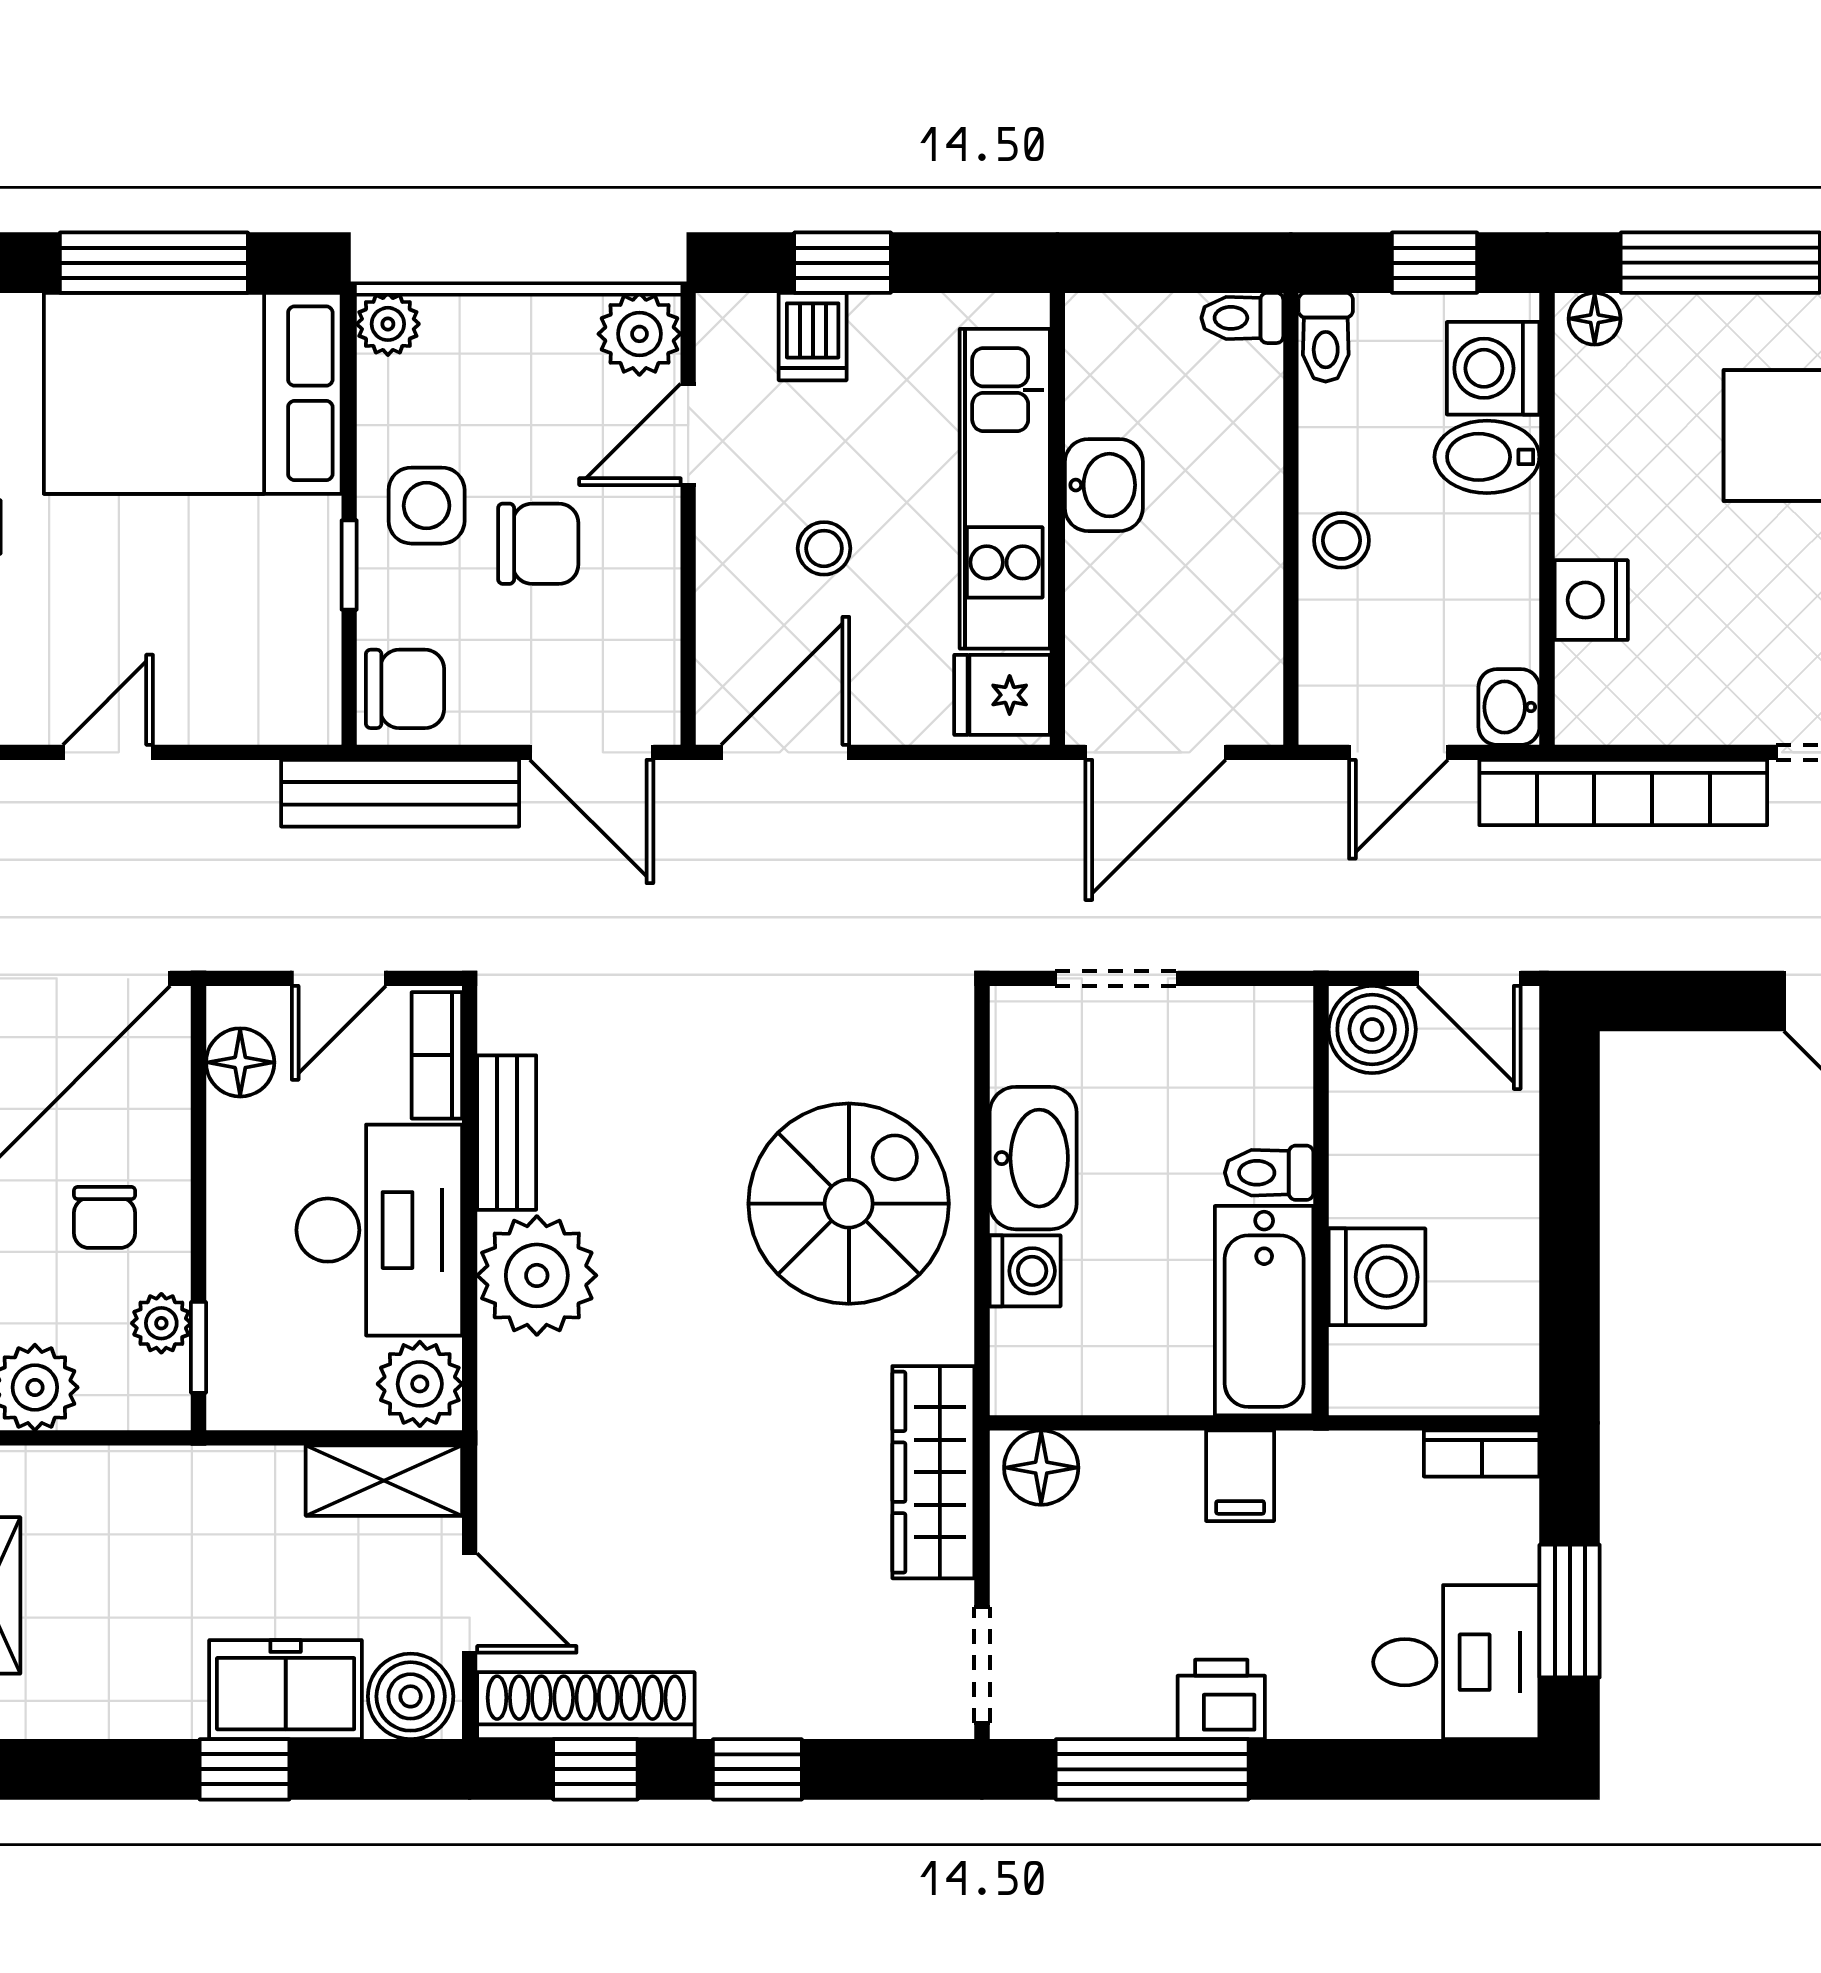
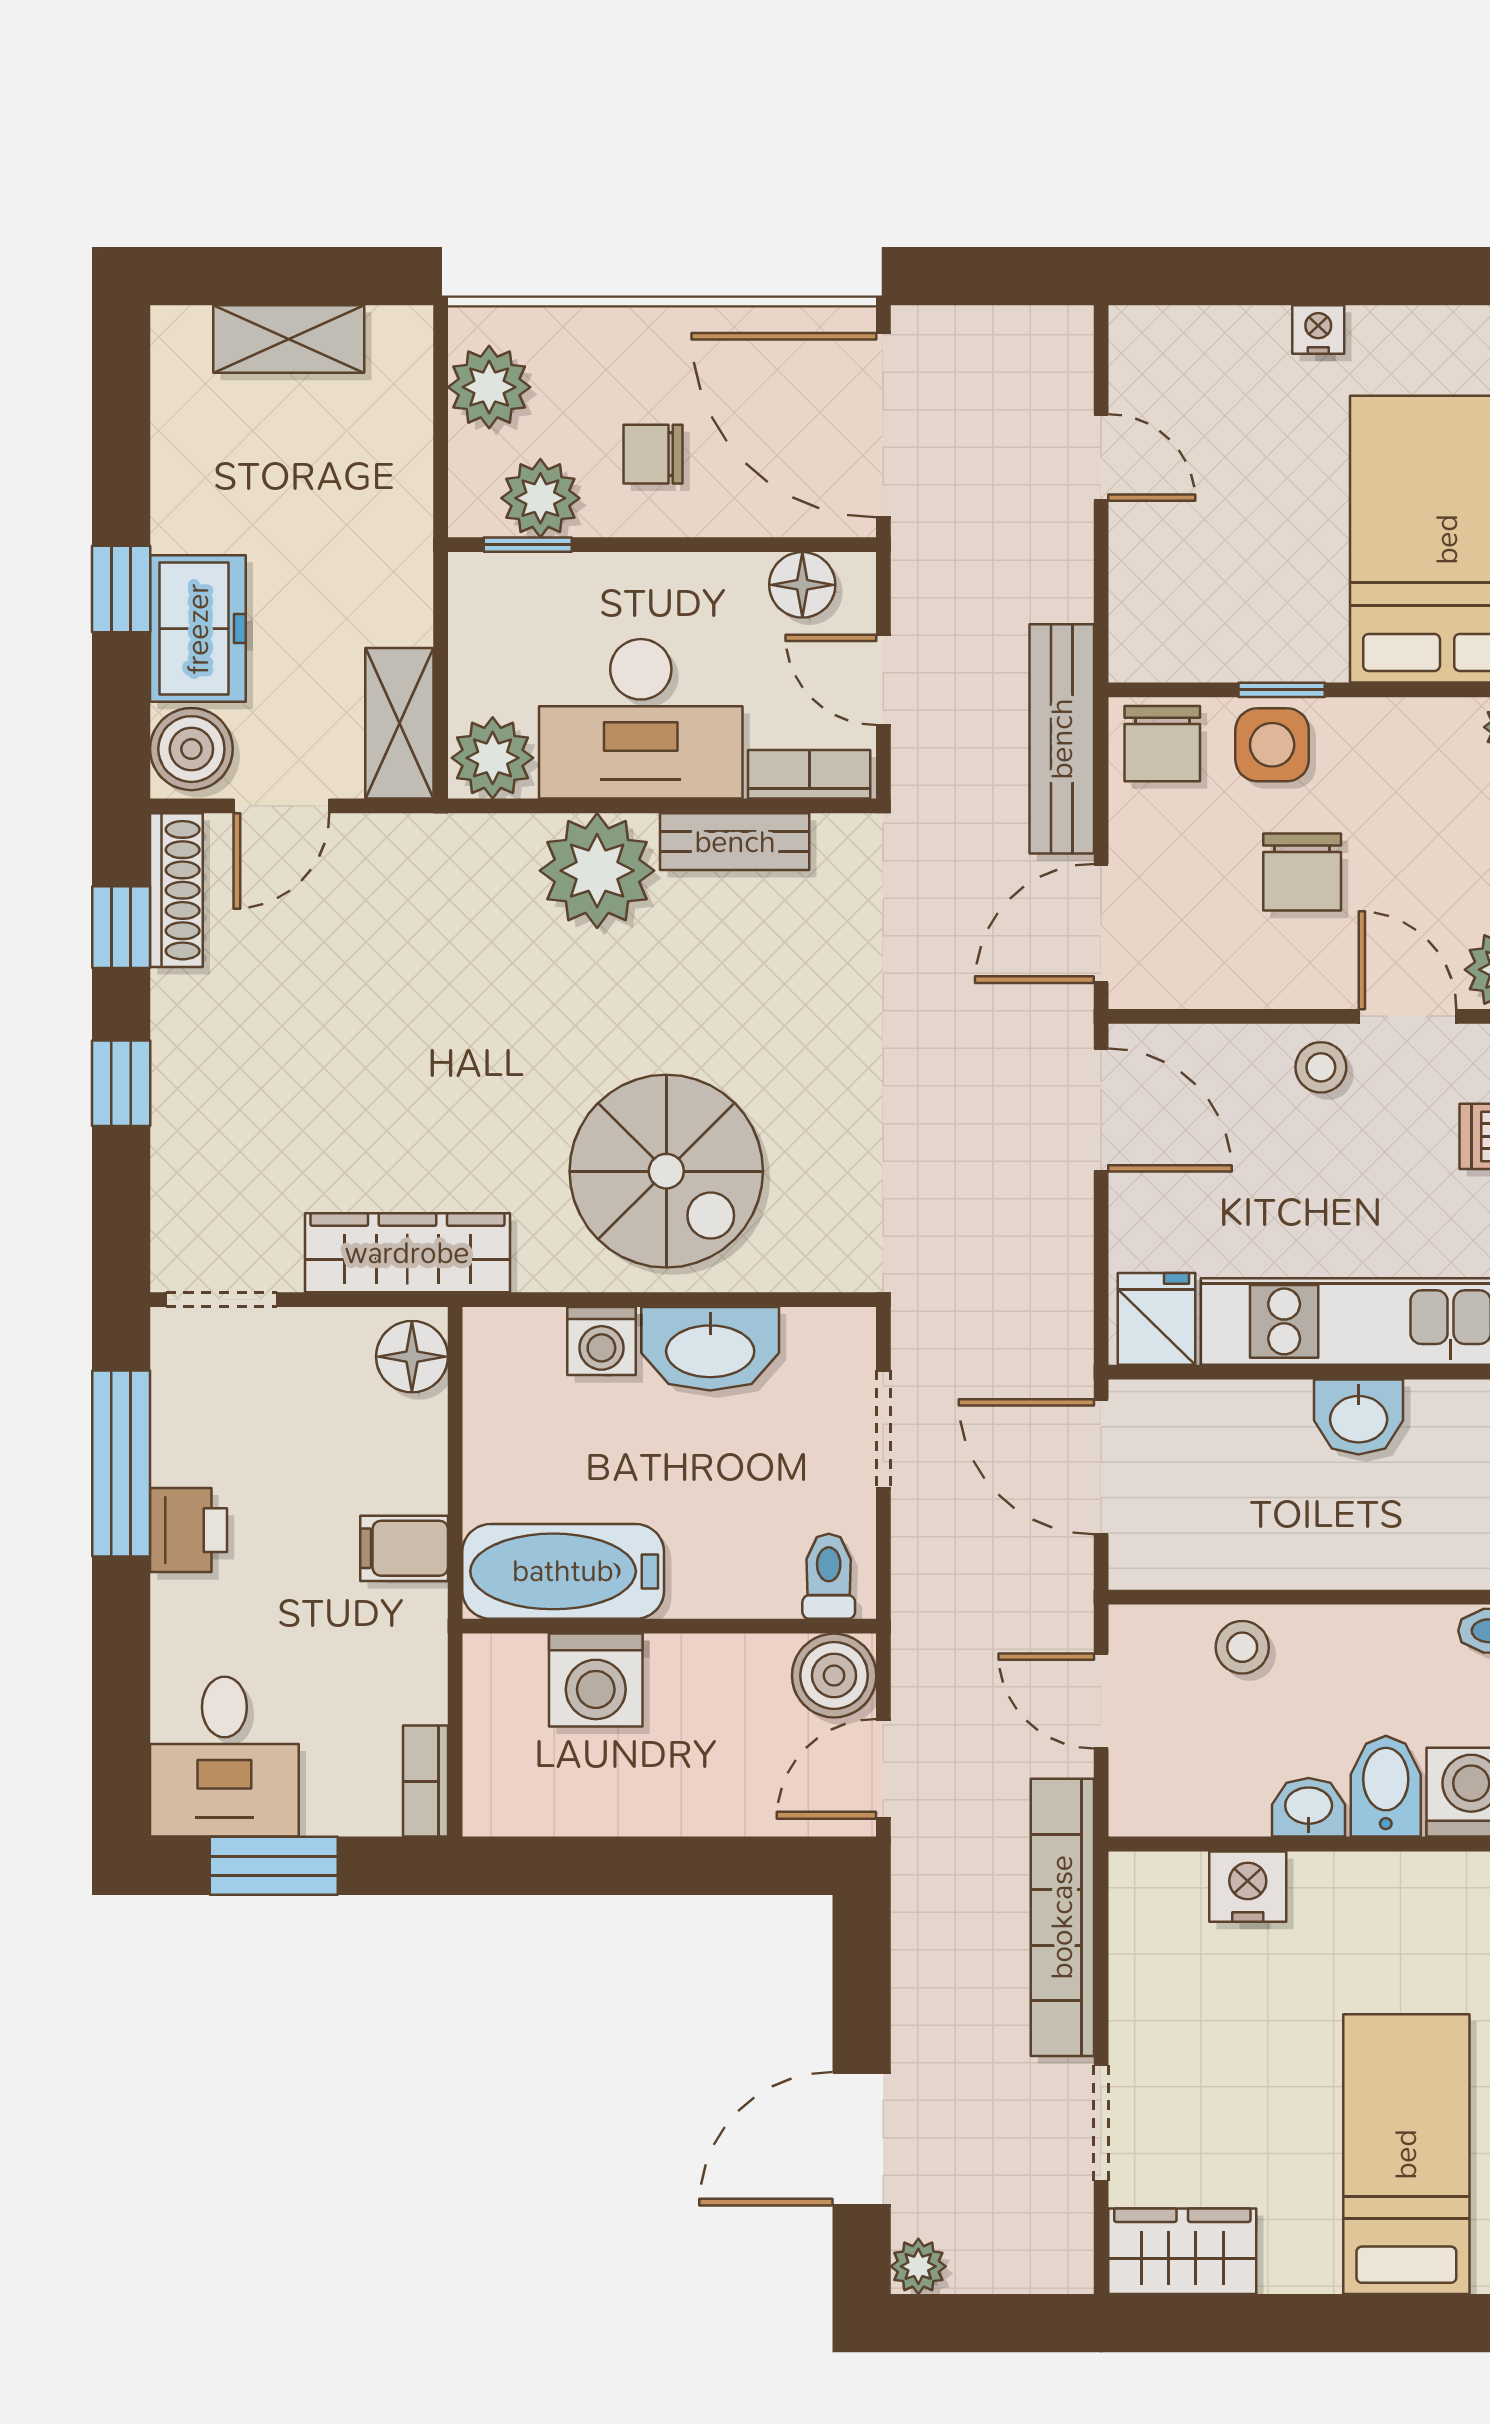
side table: (427, 506) -> (1272, 745), moved
stool: (1342, 540) -> (1242, 1647), moved
stool: (824, 548) -> (1321, 1067), moved
washbasin: (1509, 707) -> (1309, 1807), moved
toilet: (1269, 1173) -> (829, 1576), moved
plant: (161, 1323) -> (540, 498), width x1.38, depth x1.38
shoe rack: (586, 1706) -> (176, 890), width x0.74, depth x0.81

